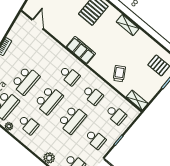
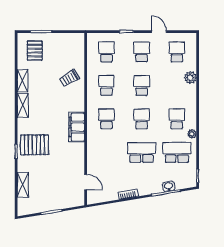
door: (37, 24) -> (86, 182), swing flipped
school desk: (49, 100) -> (142, 119), width x0.54
shelving: (137, 100) -> (22, 81), moved
school desk: (72, 120) -> (142, 85), width x0.54

